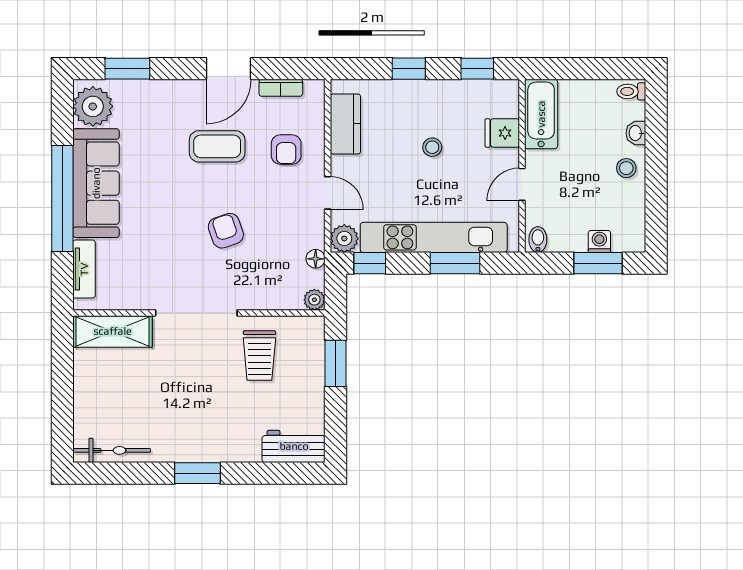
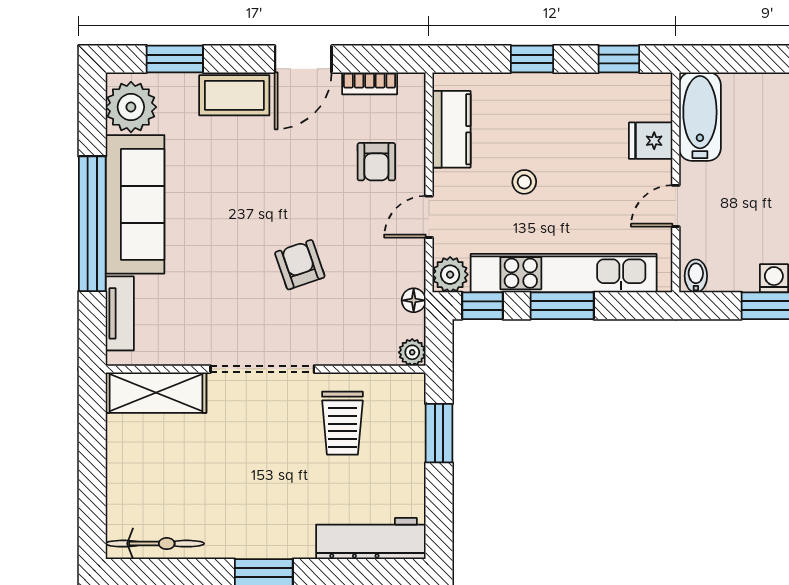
coffee table: (217, 146) -> (234, 95), moved
stool: (432, 147) -> (524, 182), moved
door: (328, 193) -> (429, 217), swing flipped
window: (455, 263) -> (562, 306), moved
workbench: (294, 446) -> (371, 539), width x1.38

